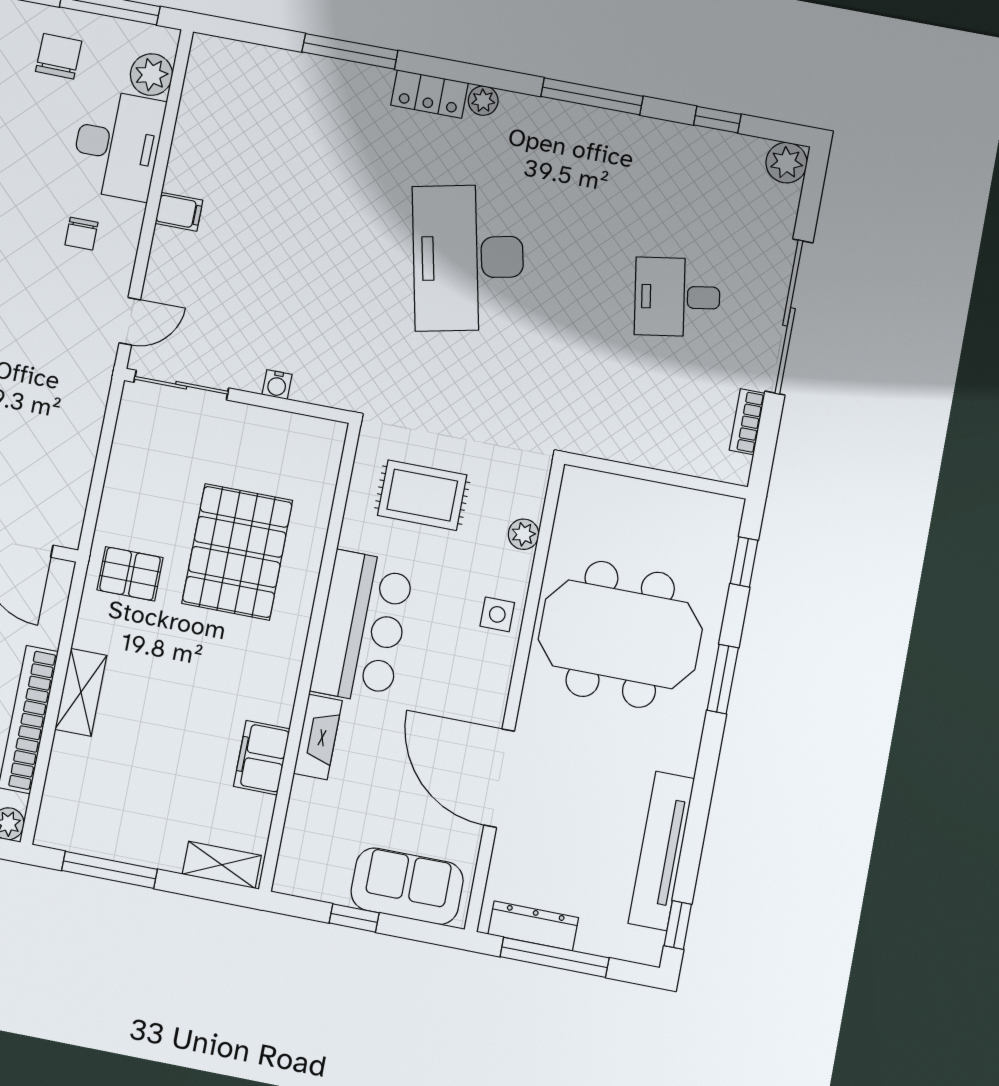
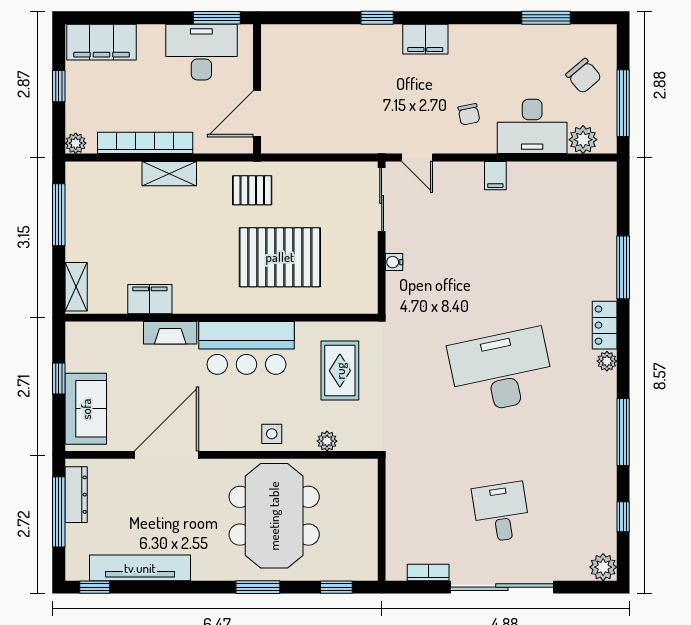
chair: (59, 56) -> (584, 76), turned 49
chair: (81, 234) -> (469, 114), turned -101
pallet: (130, 574) -> (252, 190), turned 90

